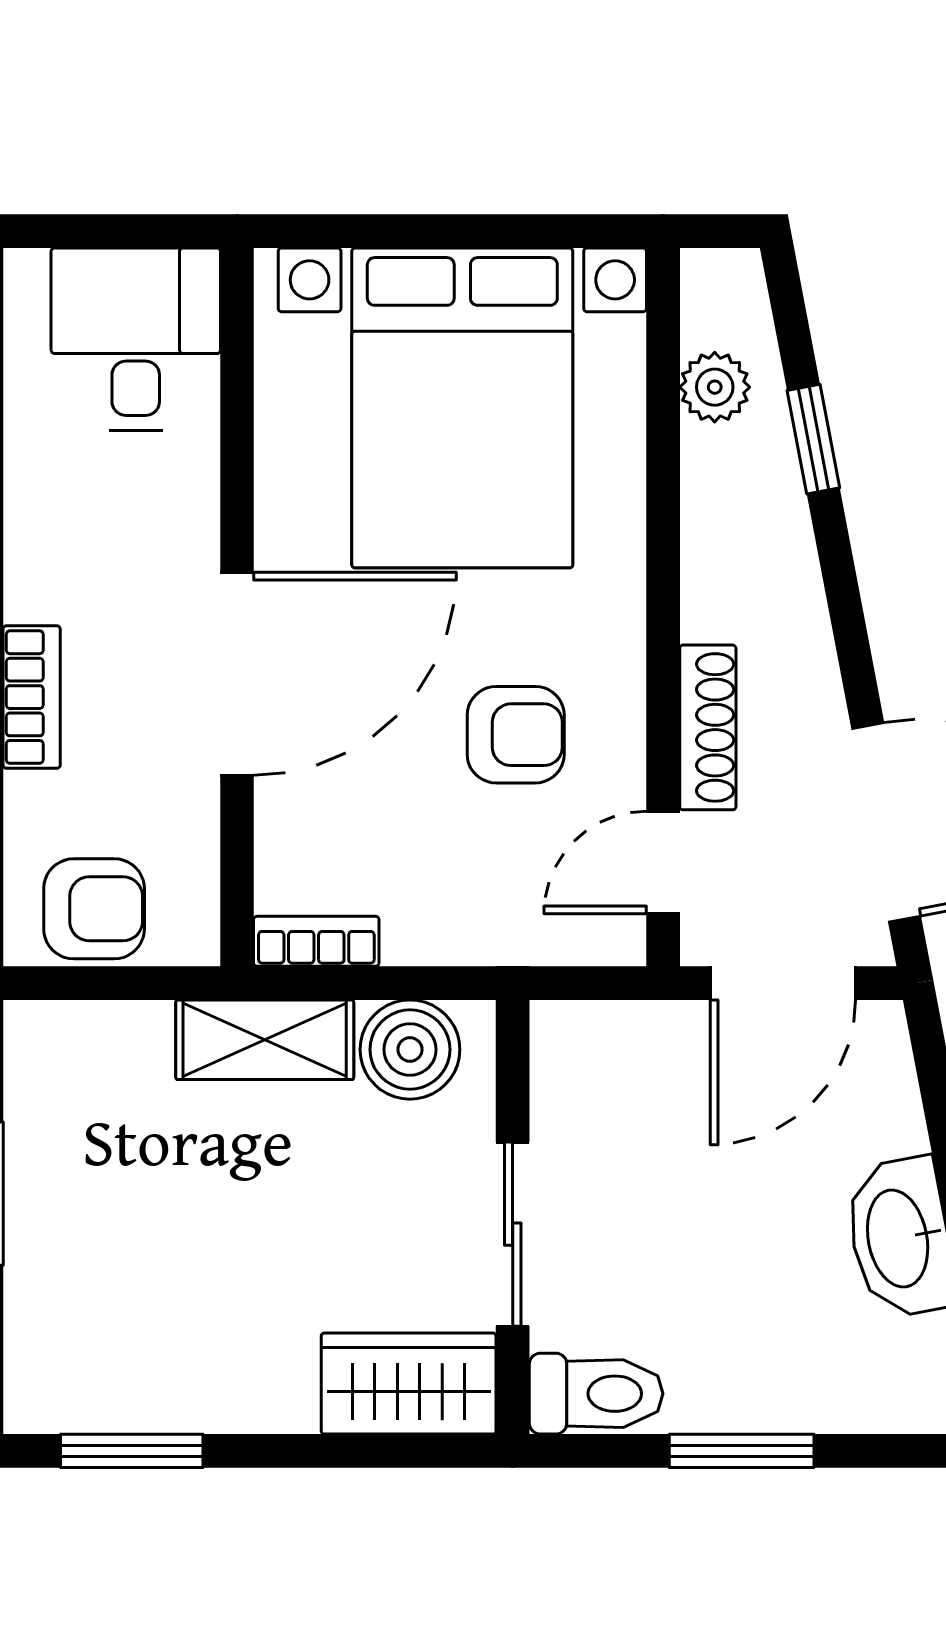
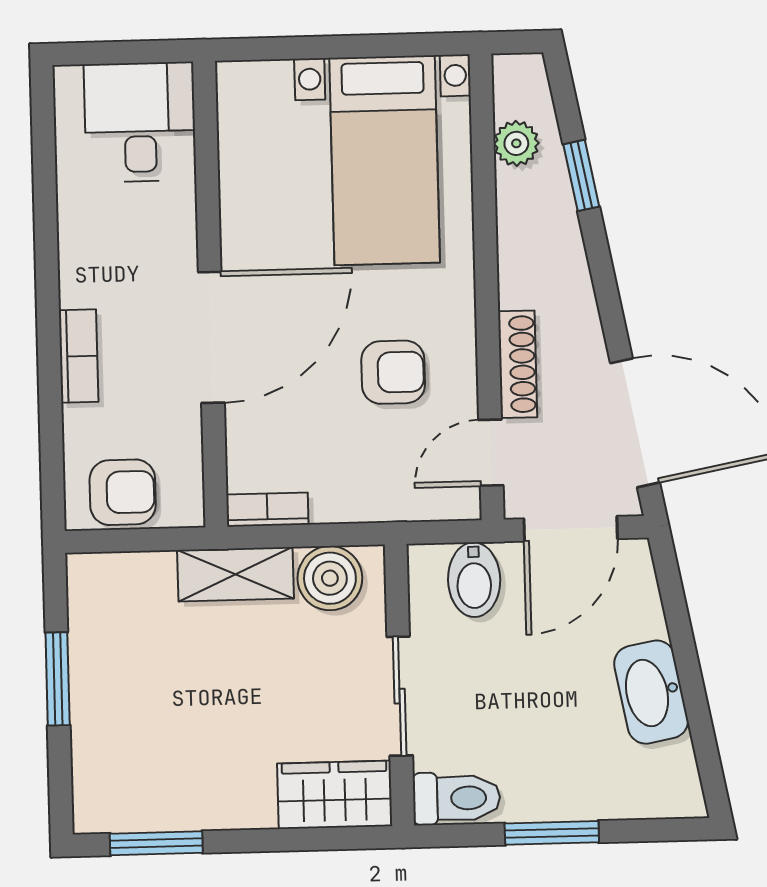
bed with nightstands: (462, 408) -> (385, 160), width x0.73
bidet: (632, 1058) -> (474, 580), added

